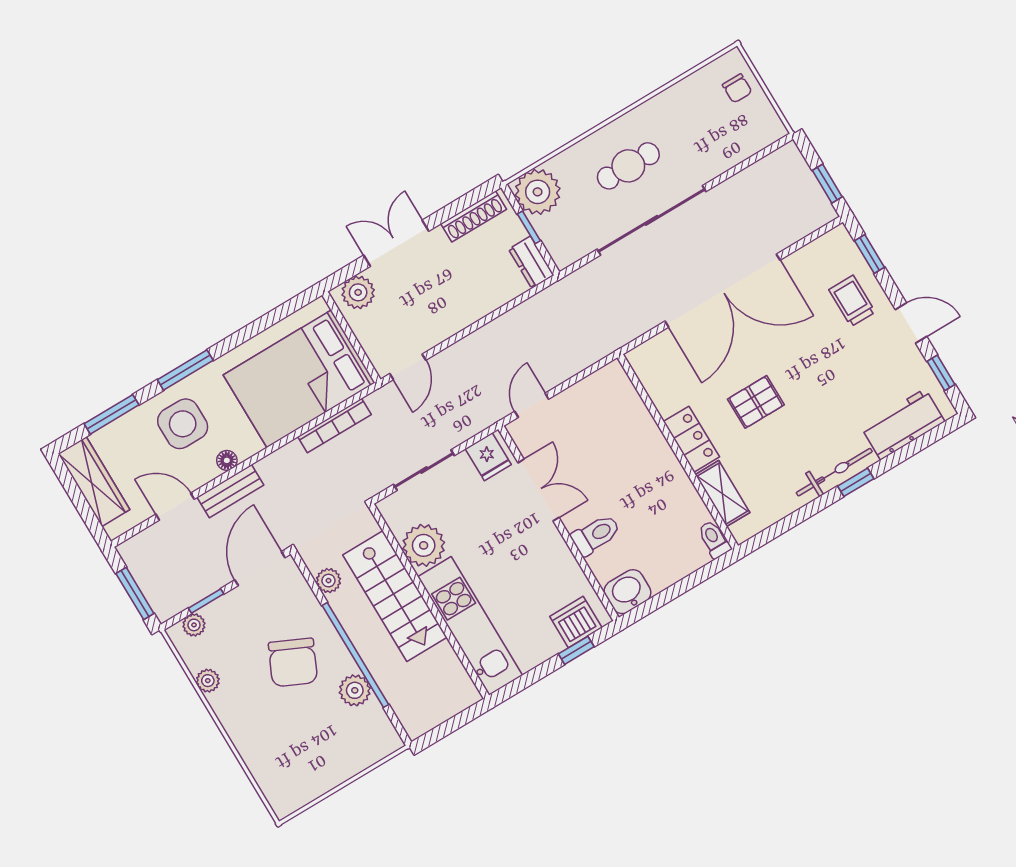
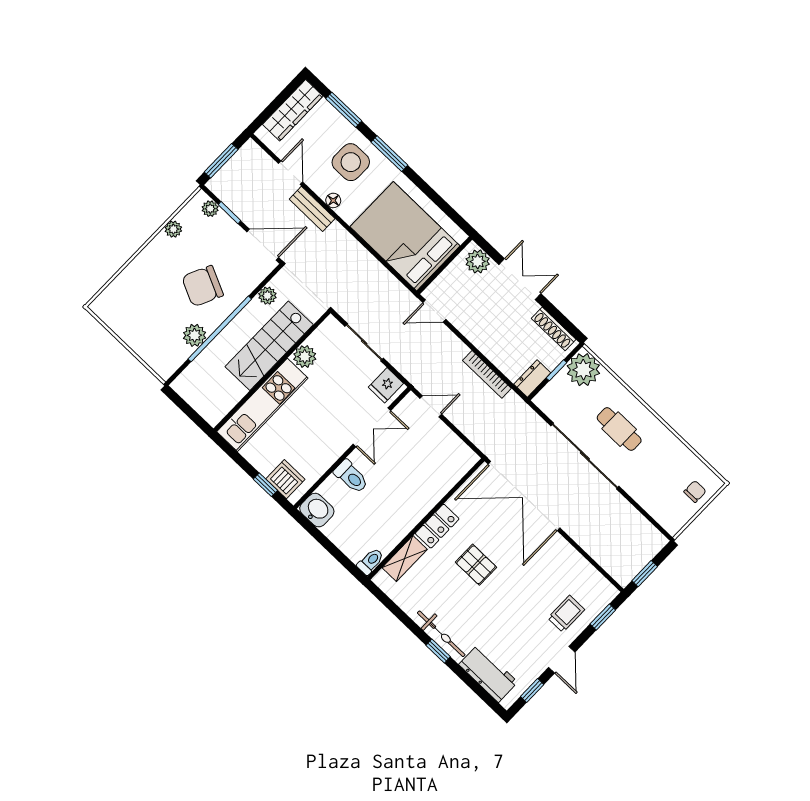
chair: (737, 88) -> (695, 491), turned 180
double door: (723, 291) -> (524, 496), moved
bookcase: (334, 426) -> (487, 374), moved
plant: (424, 545) -> (305, 357), width x0.73, depth x0.73

